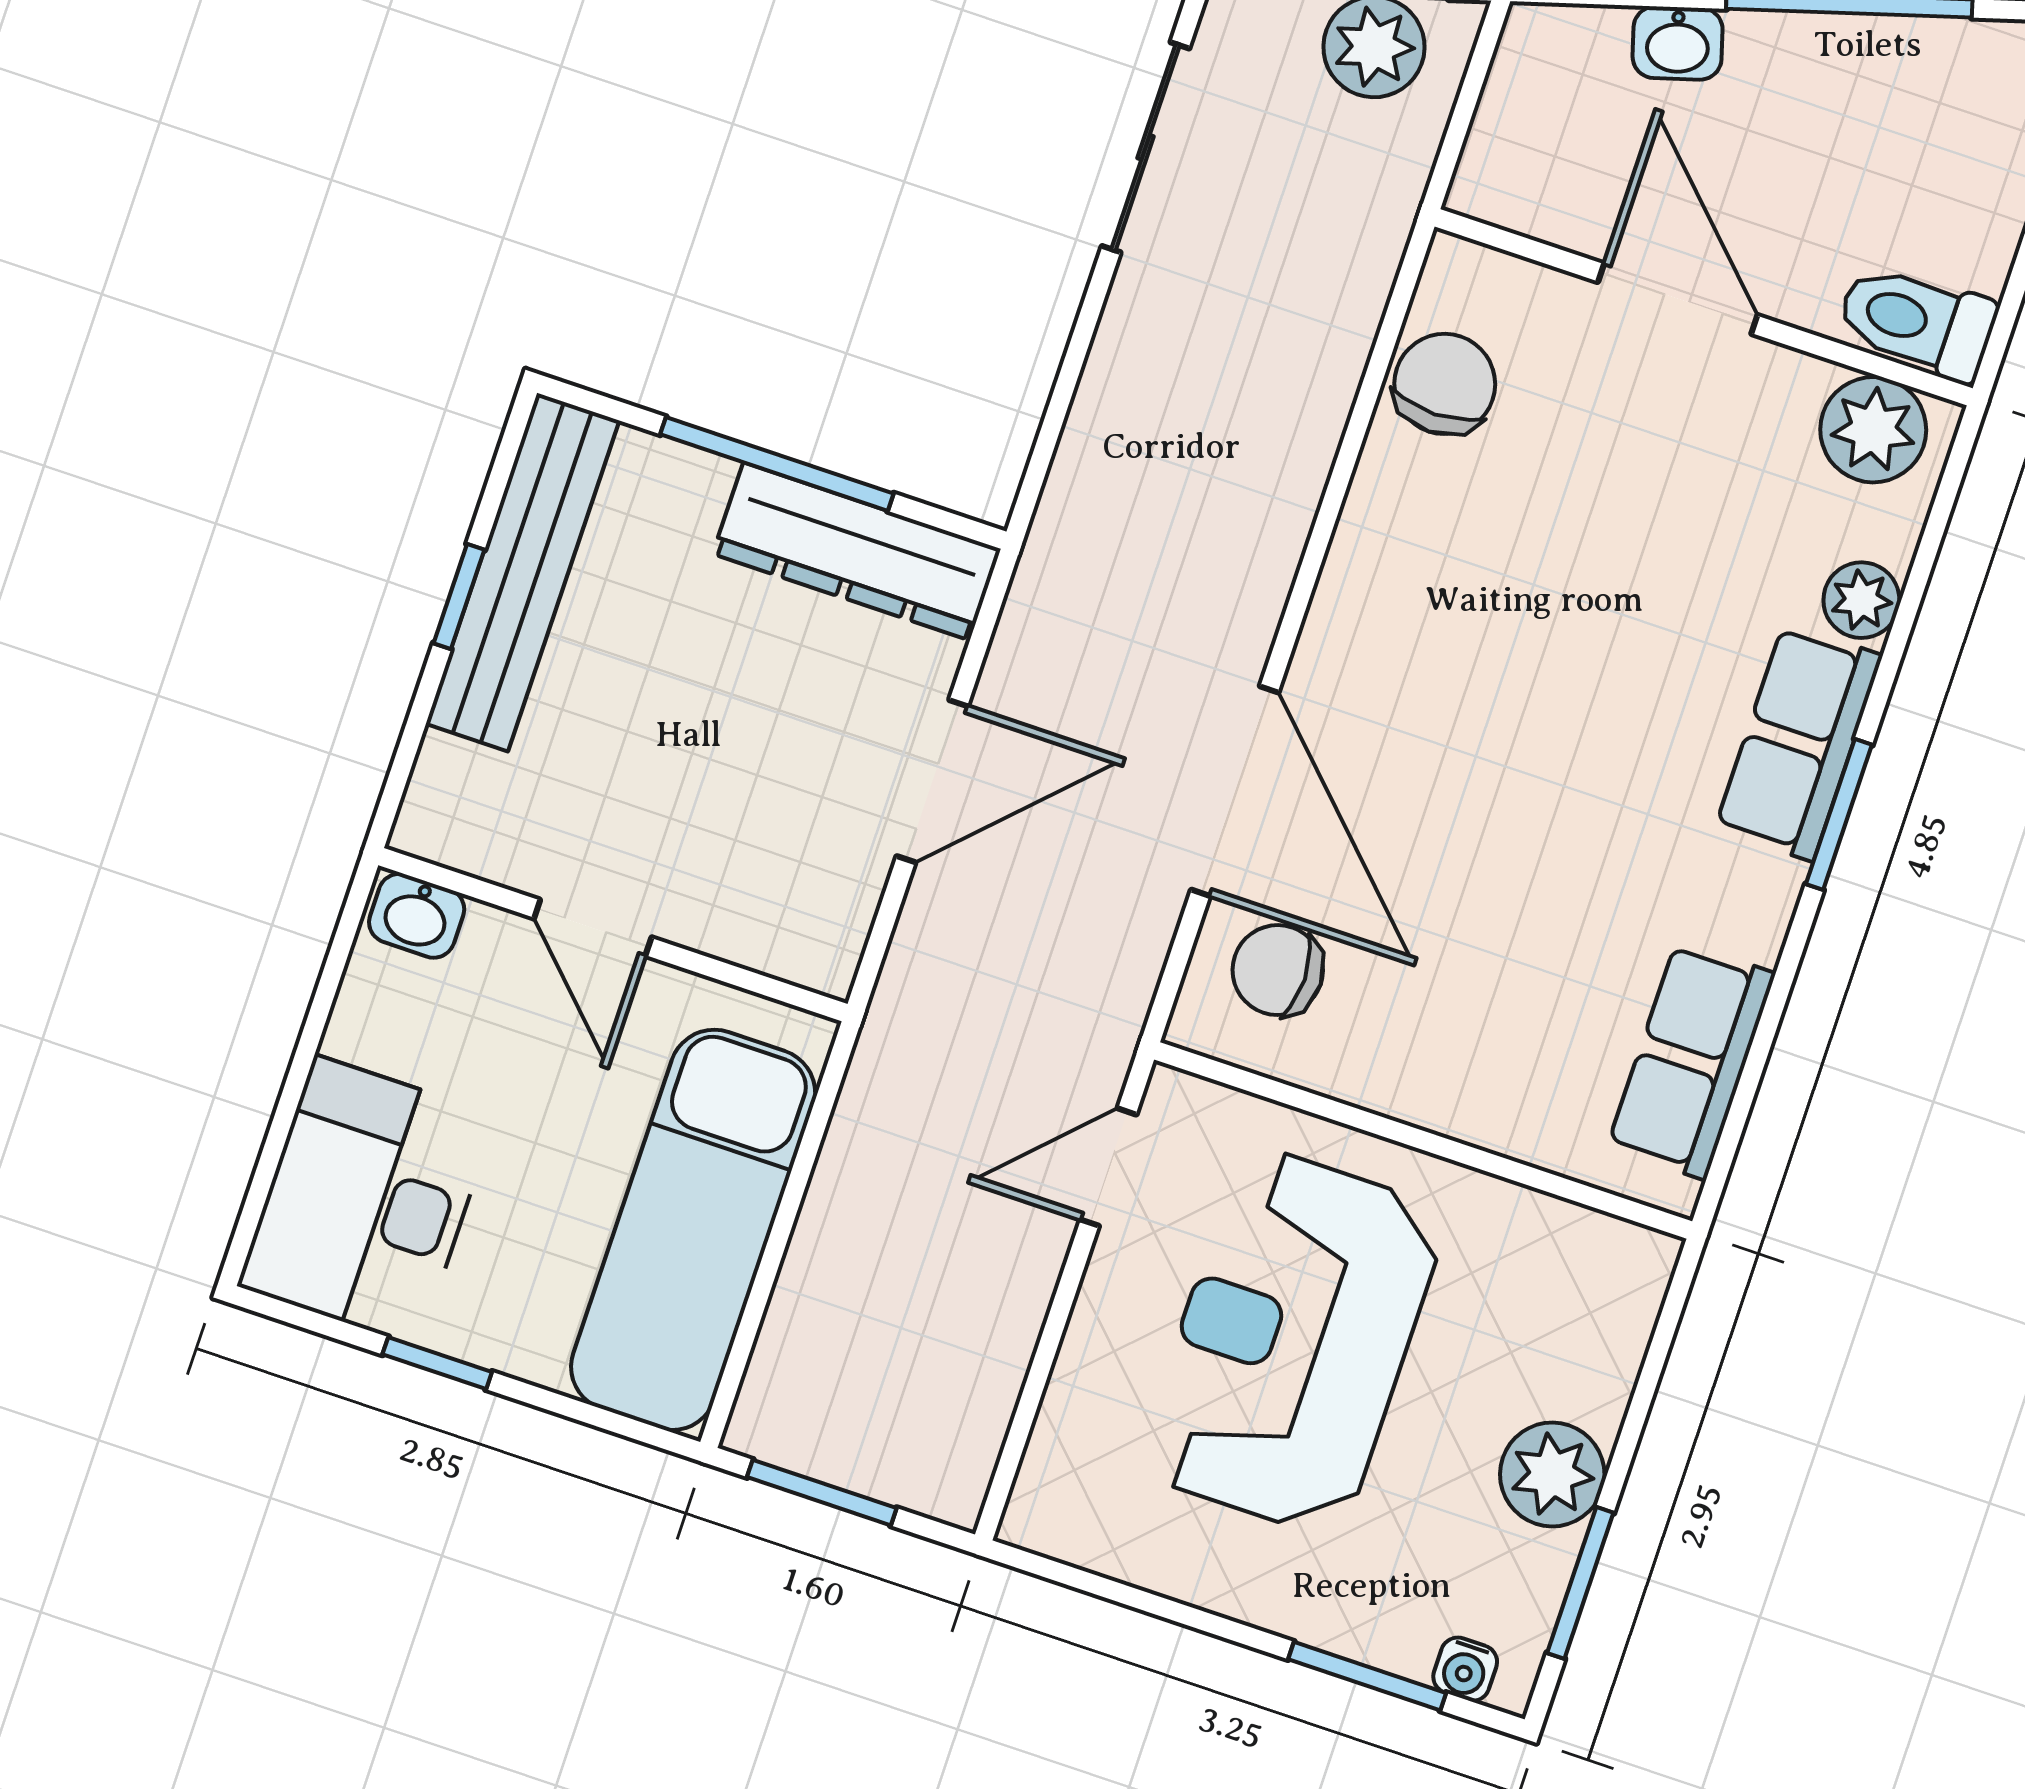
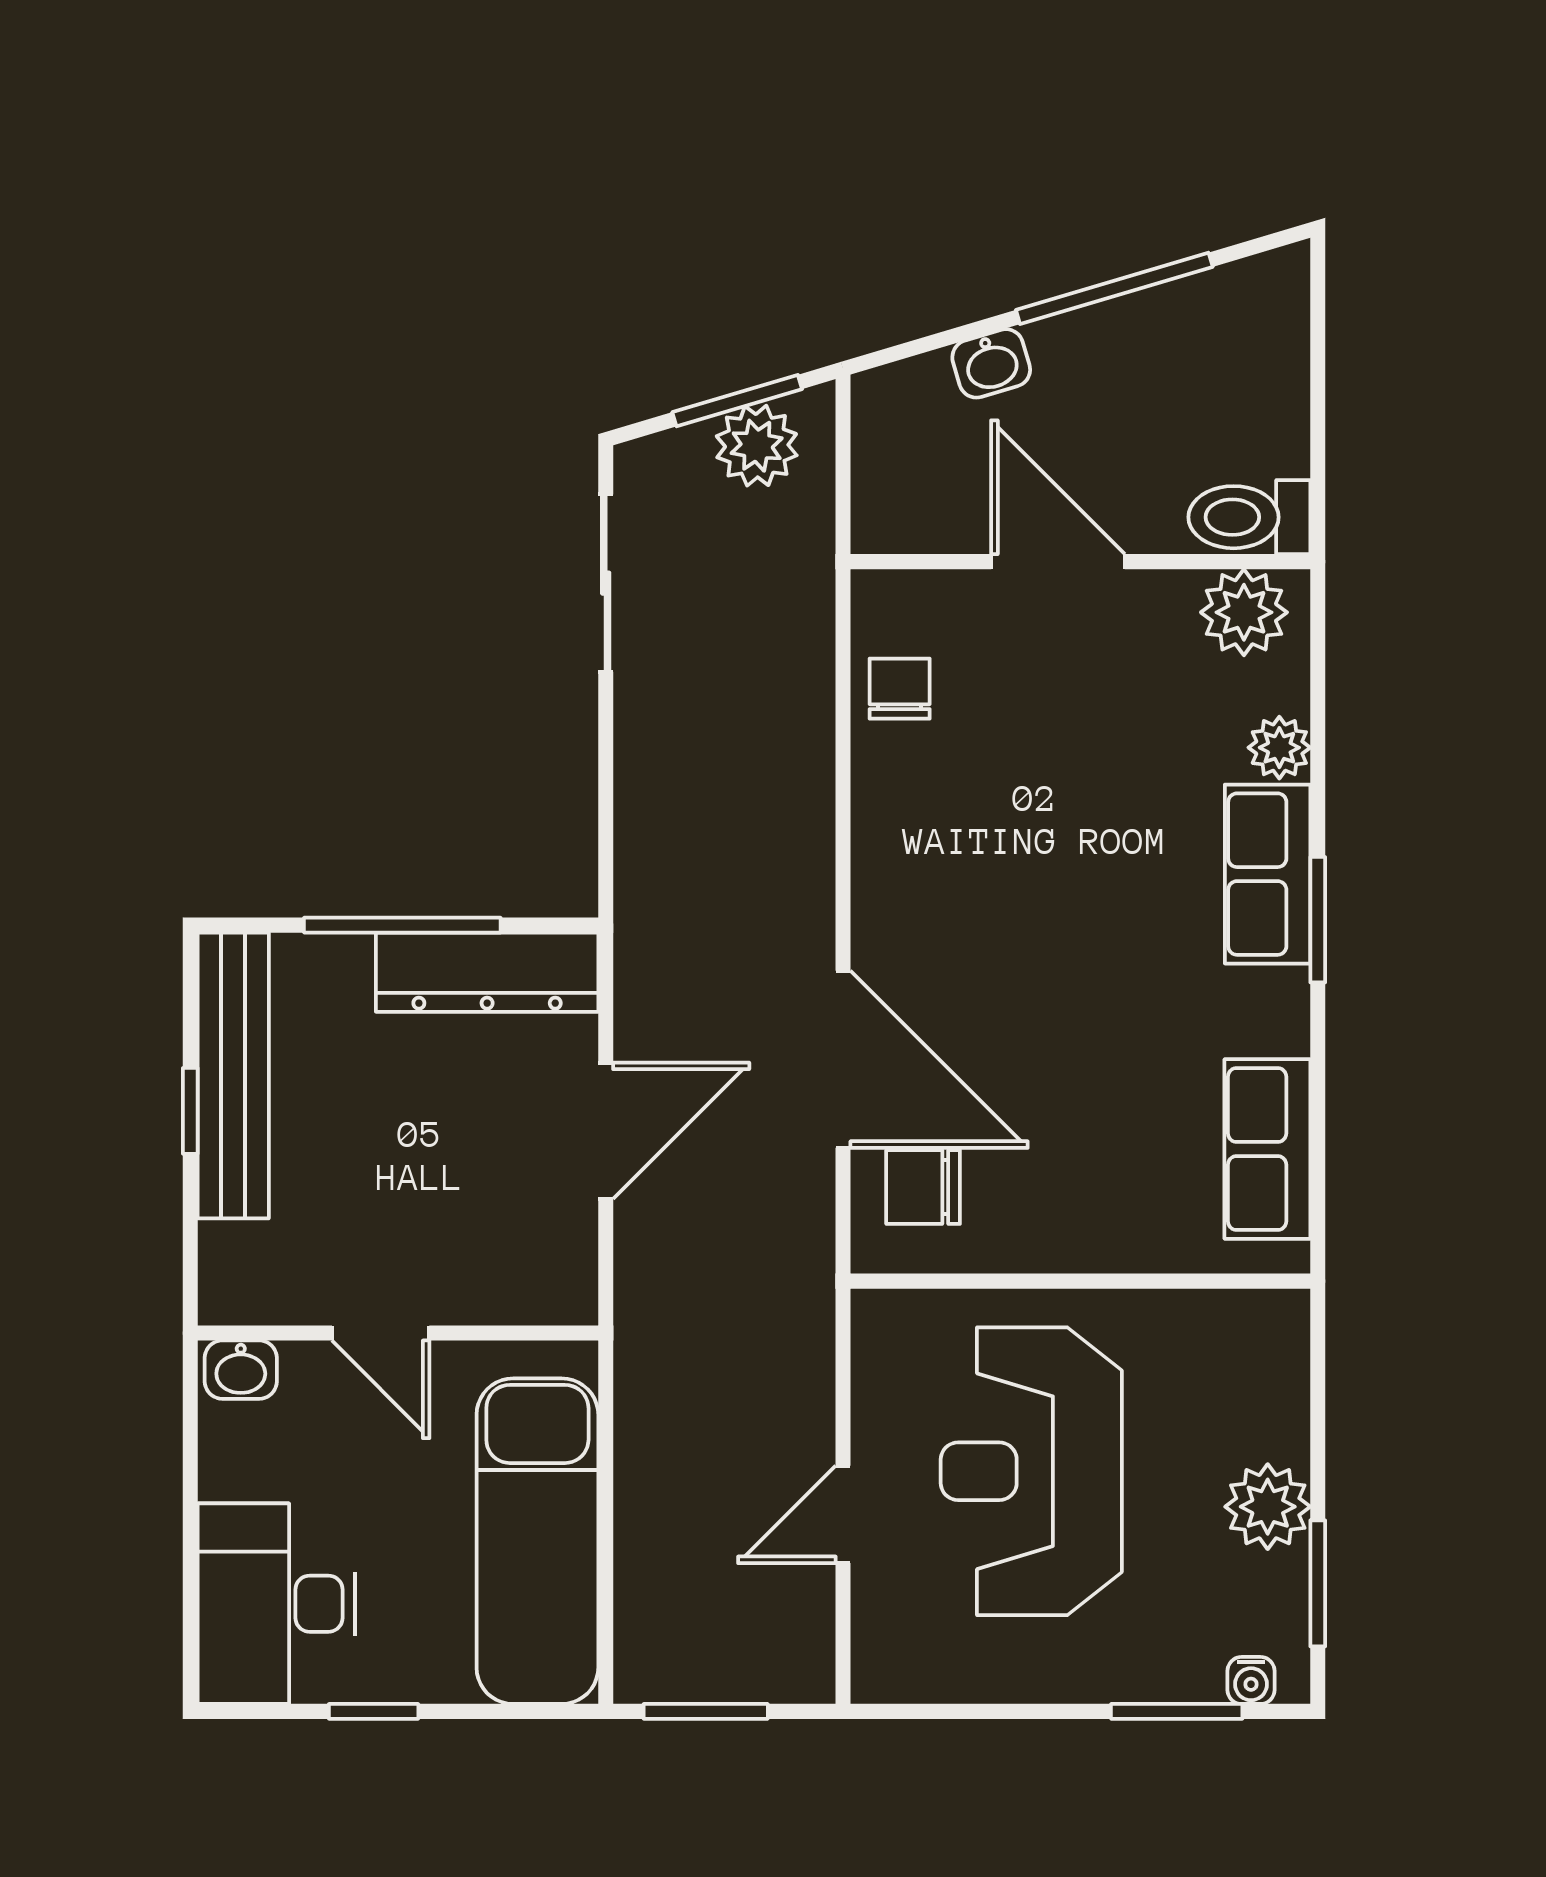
chair: (1445, 384) -> (900, 689), width x0.73, depth x0.73
door: (1108, 1167) -> (843, 1514), moved

